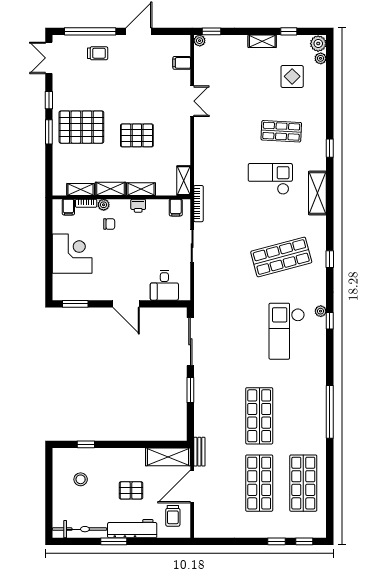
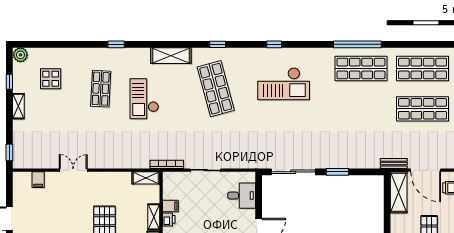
plant: (200, 41) -> (18, 163), removed
plant: (321, 58) -> (34, 53), removed
shelving: (317, 193) -> (171, 56), moved
filing cabinet: (176, 208) -> (170, 206), moved
plant: (321, 311) -> (265, 53), removed
shop shelf: (259, 416) -> (361, 69), moved

